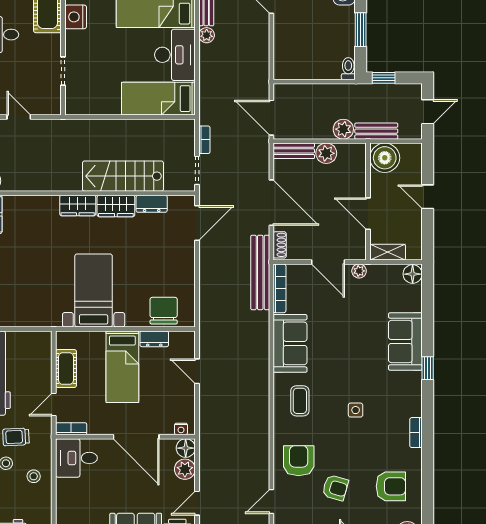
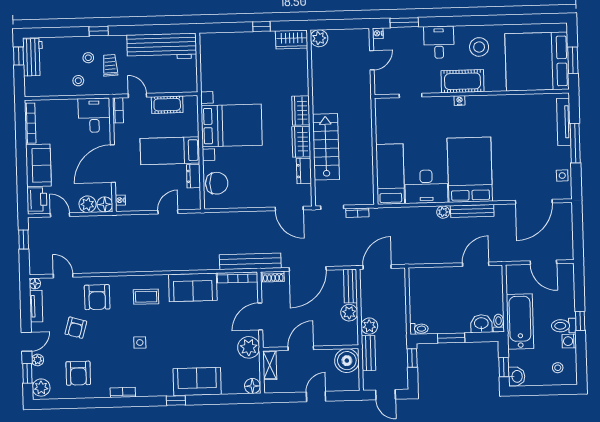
nightstand: (76, 17) -> (460, 101), width x0.53, depth x0.56
plant: (359, 271) -> (249, 347), width x1.87, depth x1.87
bed with nightstands: (94, 290) -> (232, 125), width x1.36
armchair: (299, 461) -> (97, 297), turned 90

